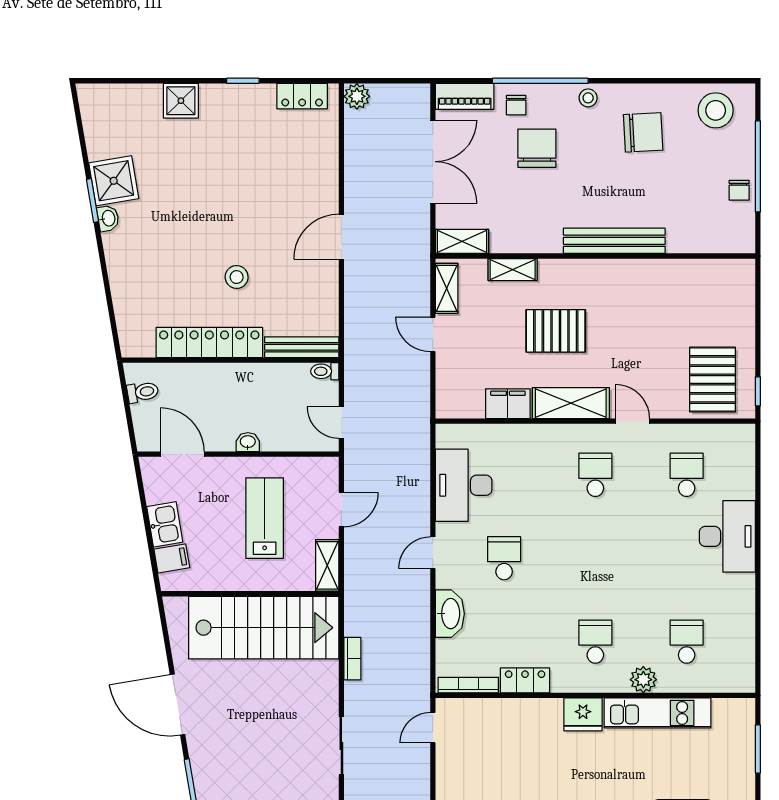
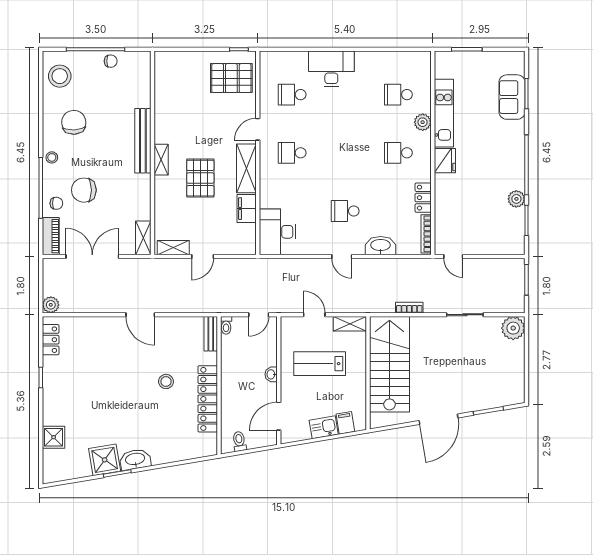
shower: (181, 101) -> (54, 437), moved
washbasin: (108, 218) -> (135, 459), width x1.91, depth x1.45
shelving: (513, 270) -> (161, 160), moved
bench: (302, 347) -> (211, 334), width x0.73
desk: (464, 485) -> (277, 232), moved, turned 90

